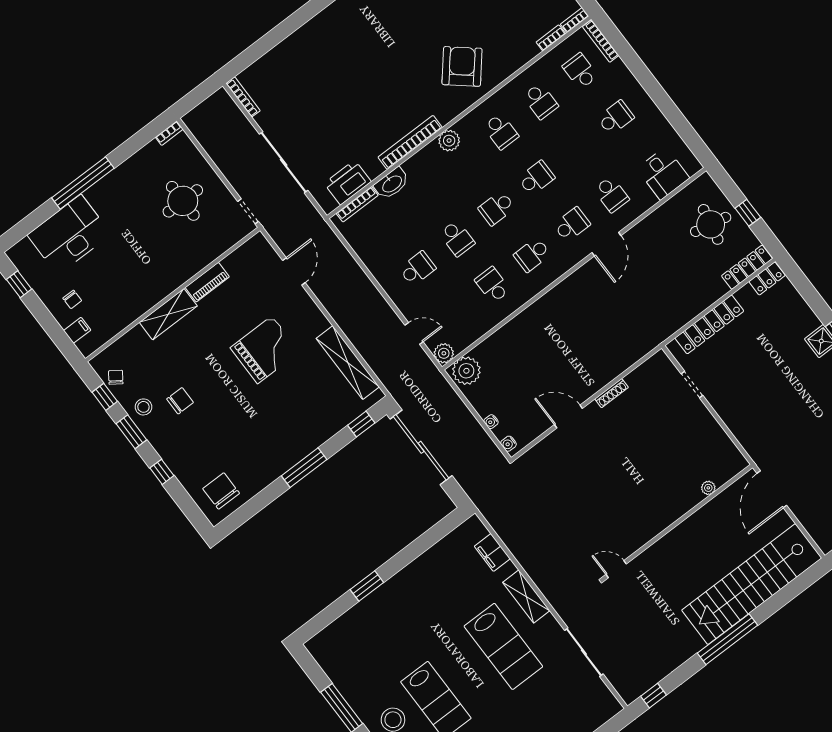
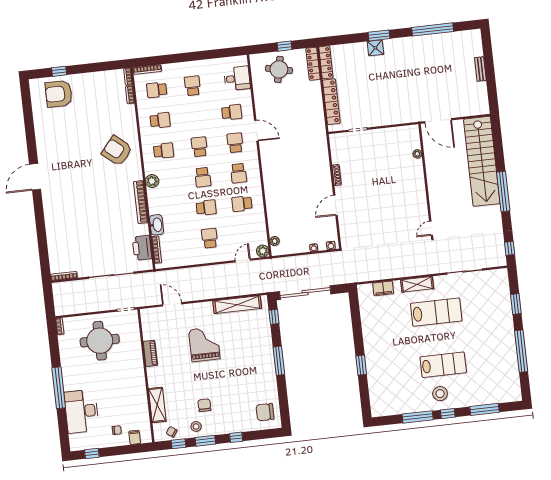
round table: (183, 201) -> (100, 341), width x1.36, depth x1.36
locker: (767, 279) -> (326, 62), width x1.53
shelving: (168, 314) -> (157, 405), moved
plant: (466, 371) -> (275, 241), width x0.53, depth x0.53

